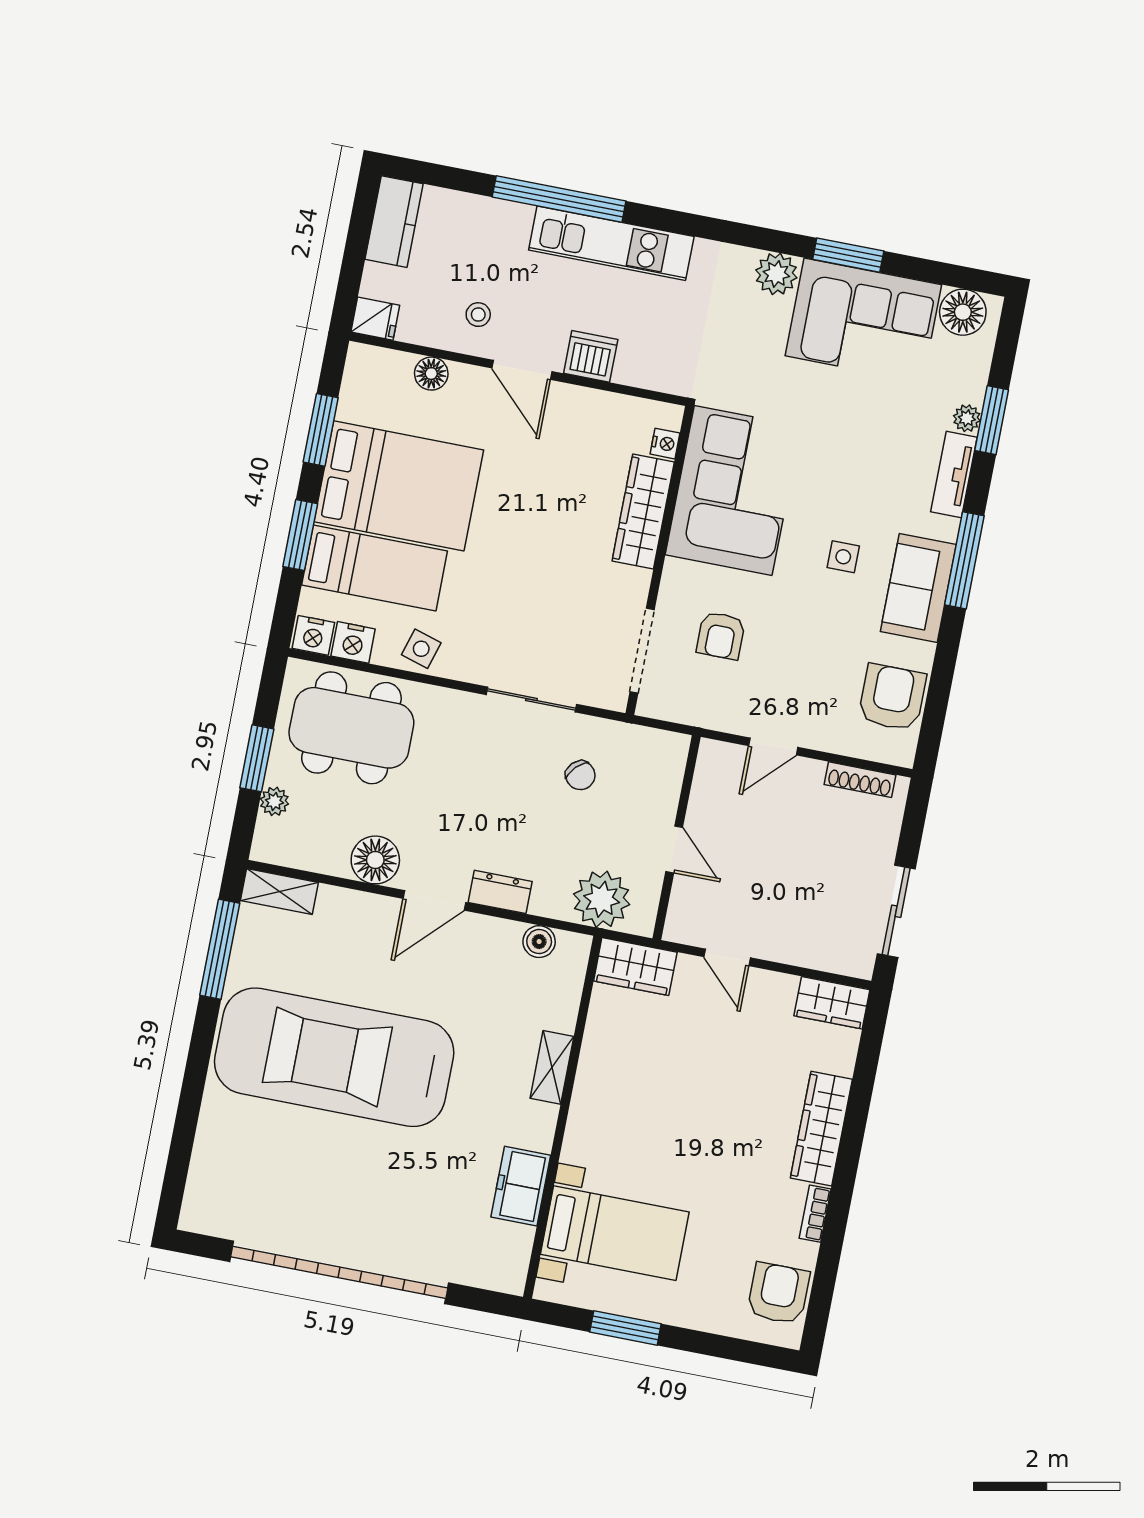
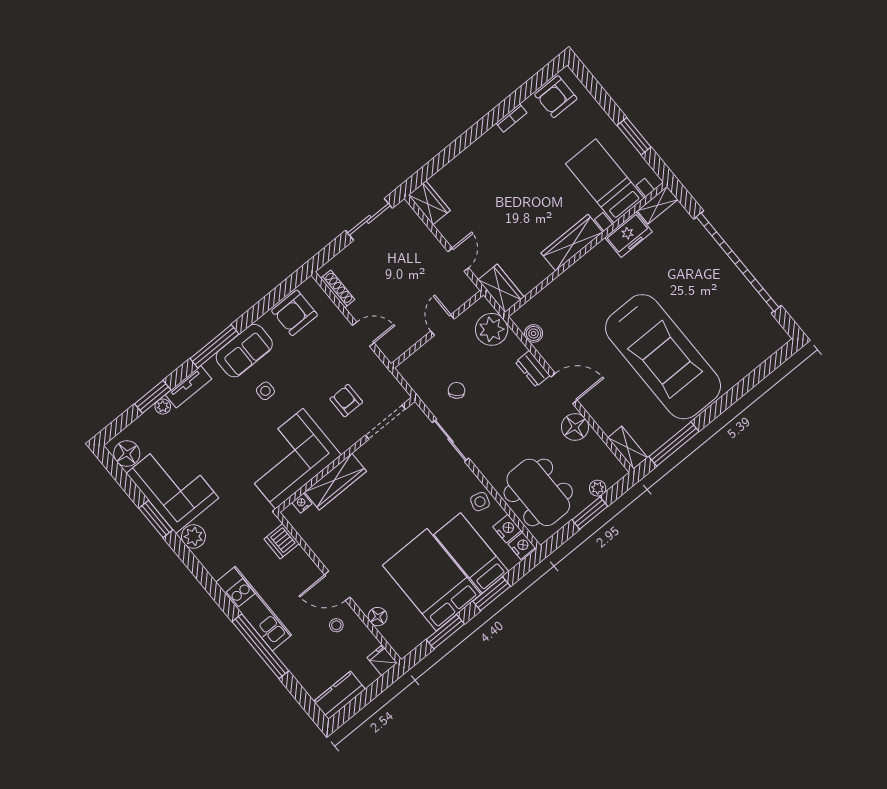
dishwasher: (591, 356) -> (282, 541), moved
door: (522, 370) -> (337, 586), swing flipped
armchair: (721, 636) -> (346, 401), turned -90
shelving: (552, 1067) -> (658, 205), moved
wardrobe: (821, 1129) -> (572, 243), moved, turned 180

